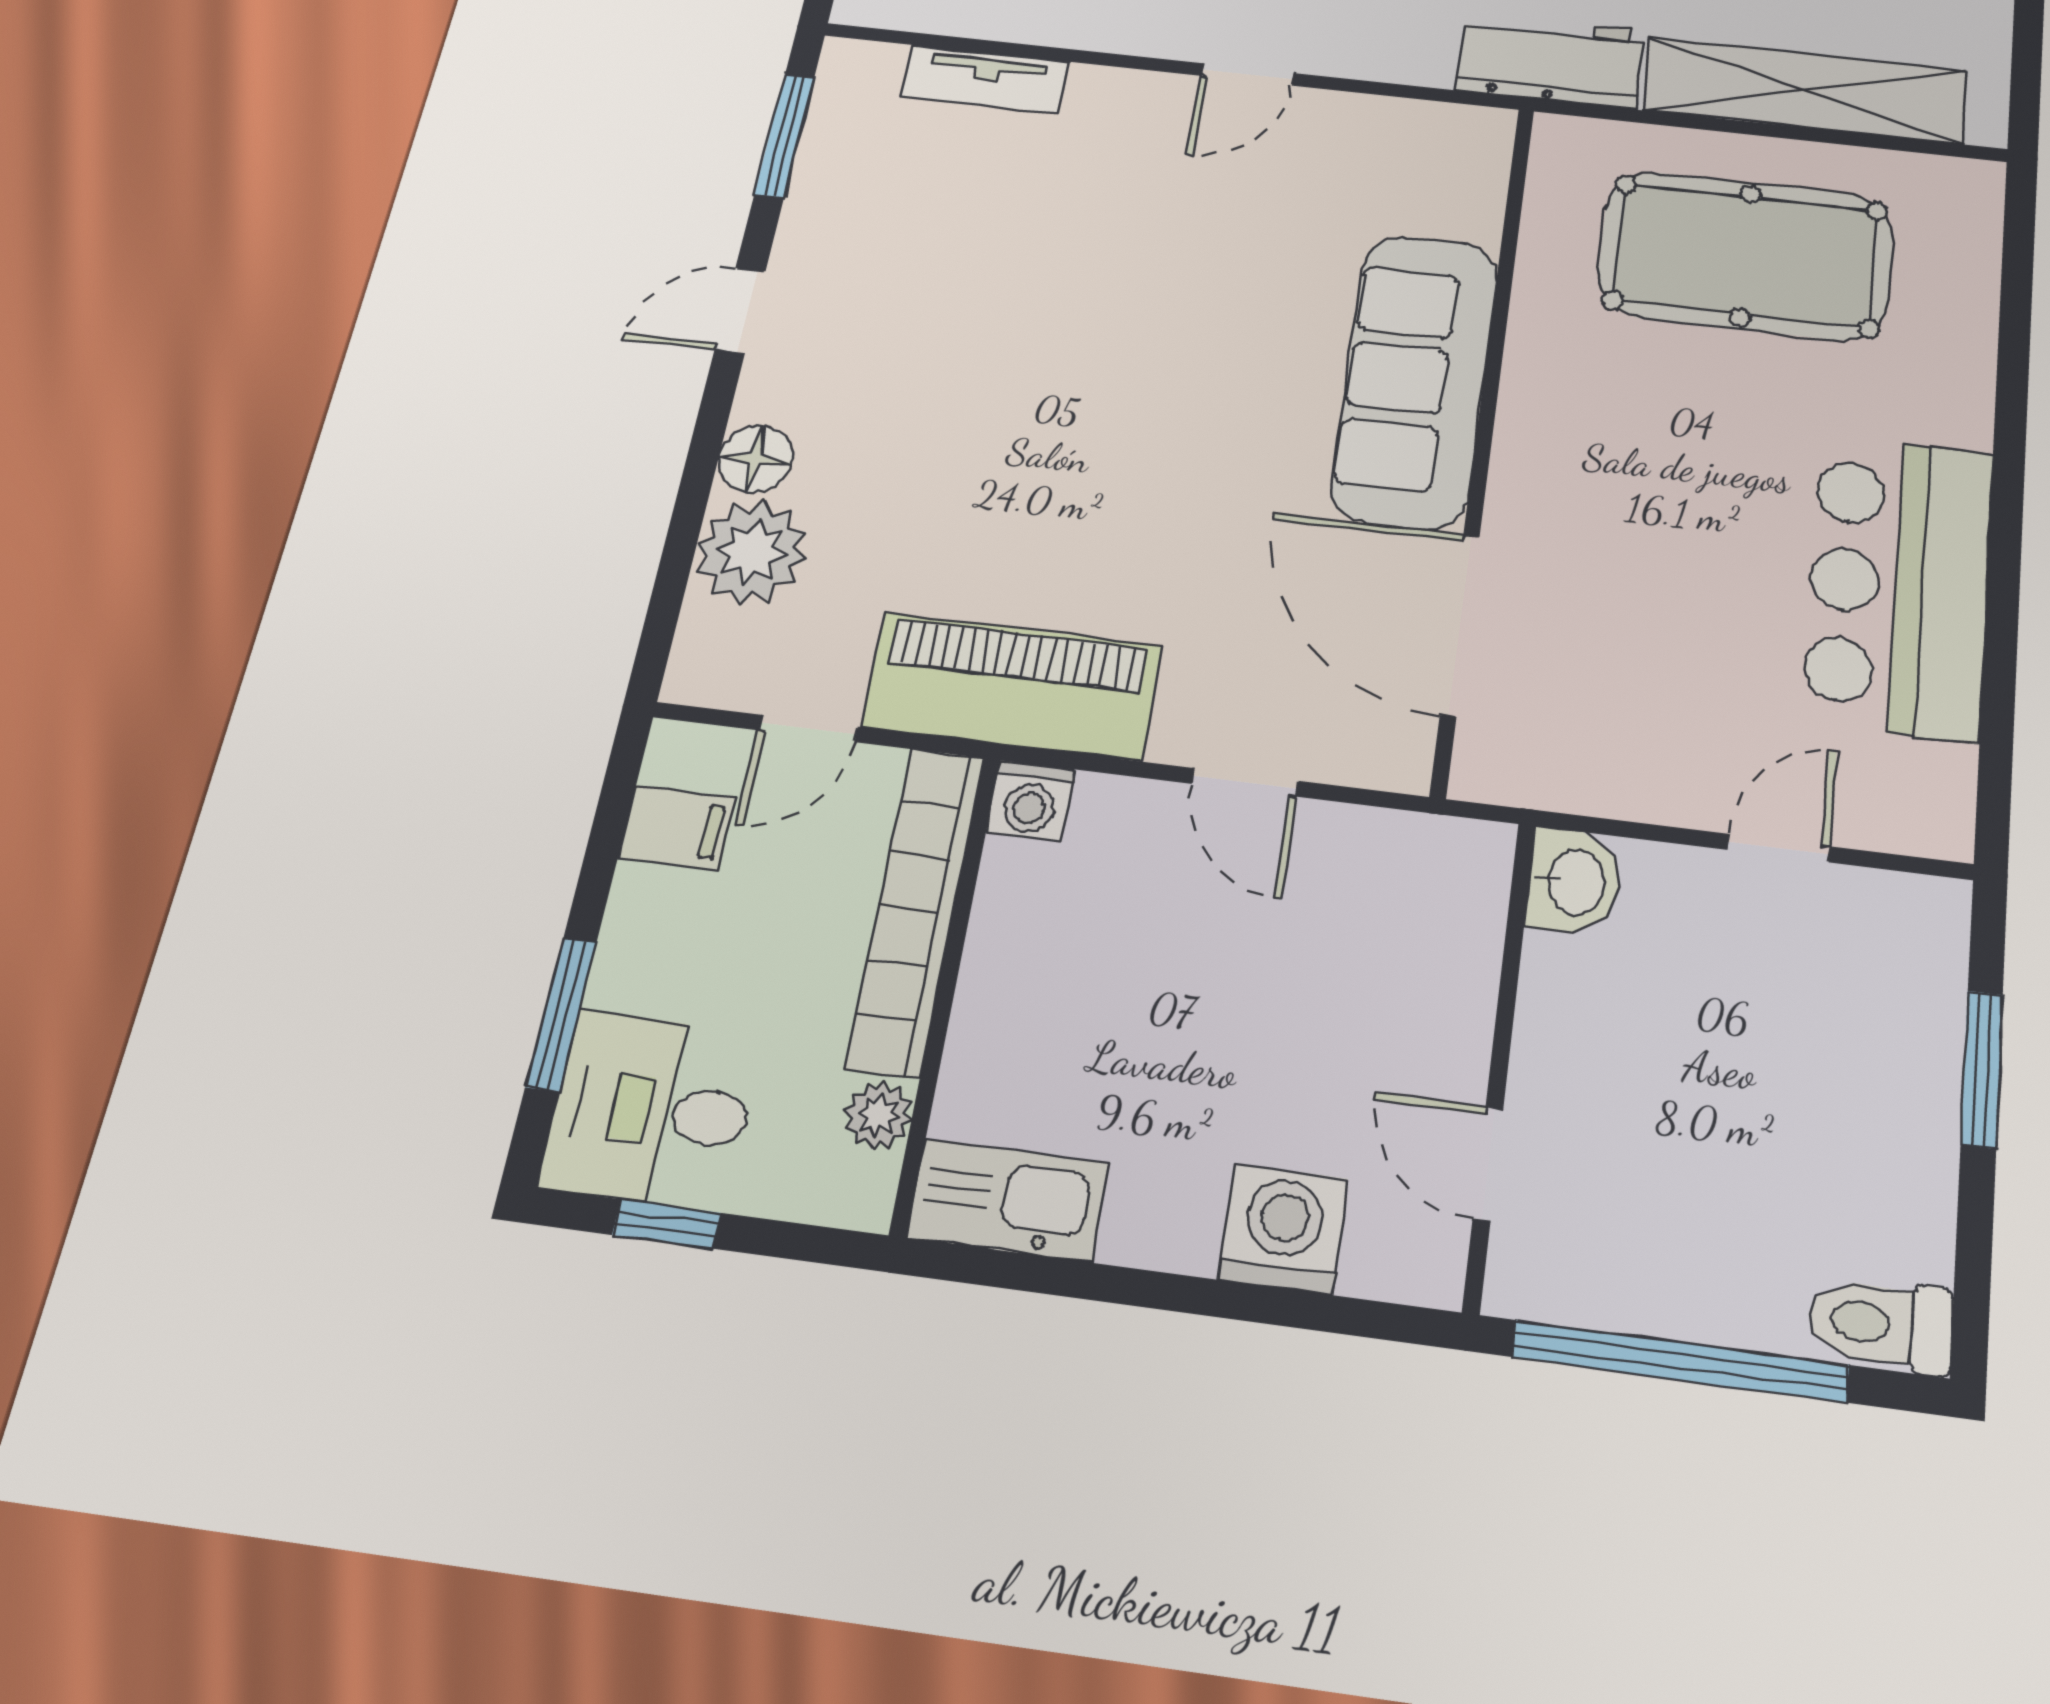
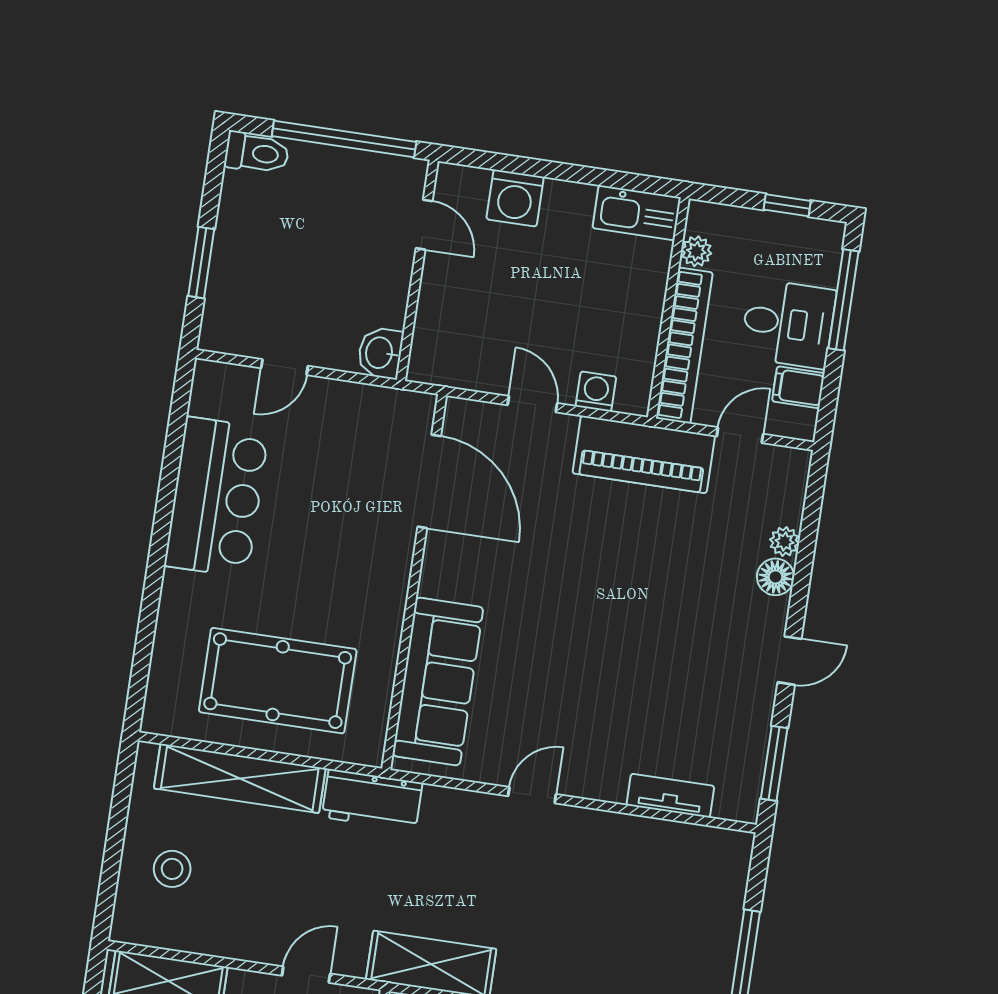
sofa: (1415, 380) -> (438, 681), moved
plant: (752, 552) -> (784, 542), width x0.53, depth x0.53
washing machine: (1031, 801) -> (596, 392), moved
window: (561, 1014) -> (843, 300), width x1.44
desk: (652, 1110) -> (788, 324), moved

